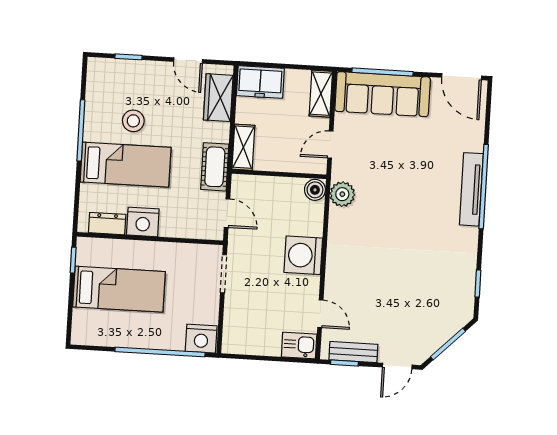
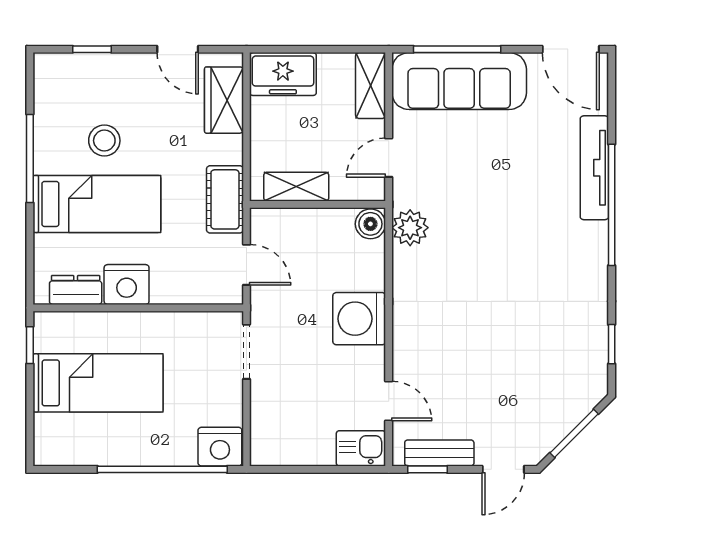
shelving: (243, 147) -> (296, 187), moved, turned 90
tv unit: (471, 189) -> (594, 168), moved

